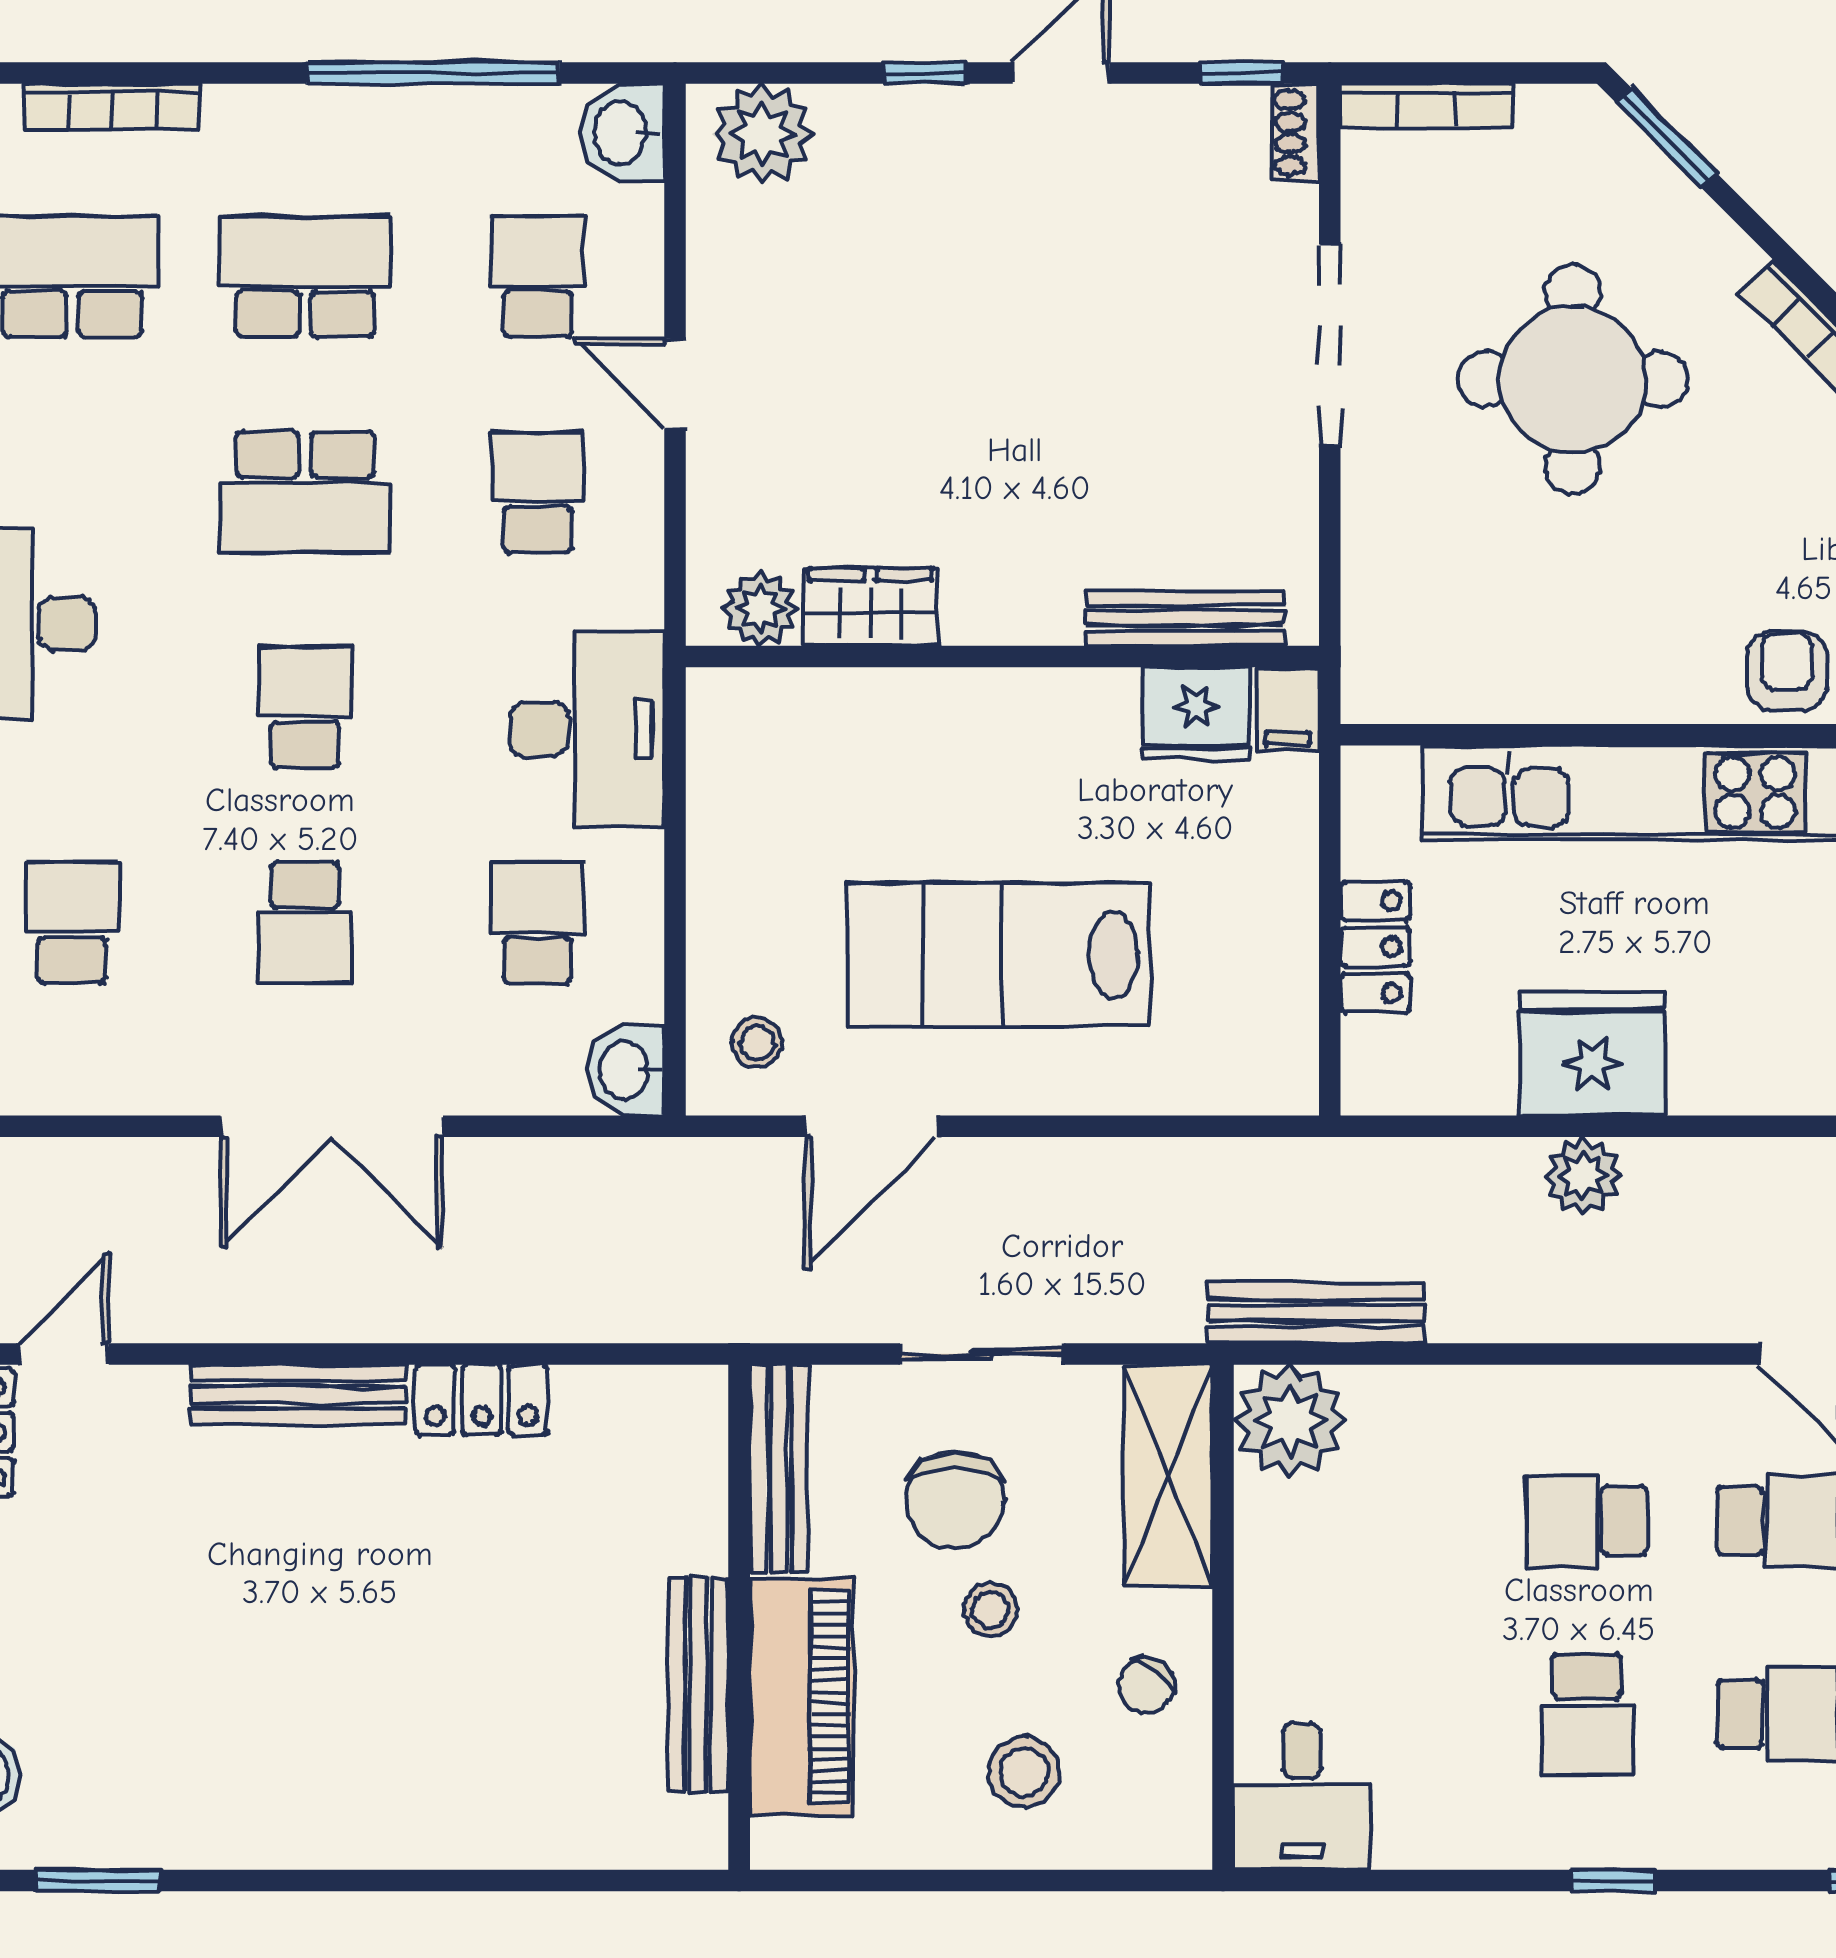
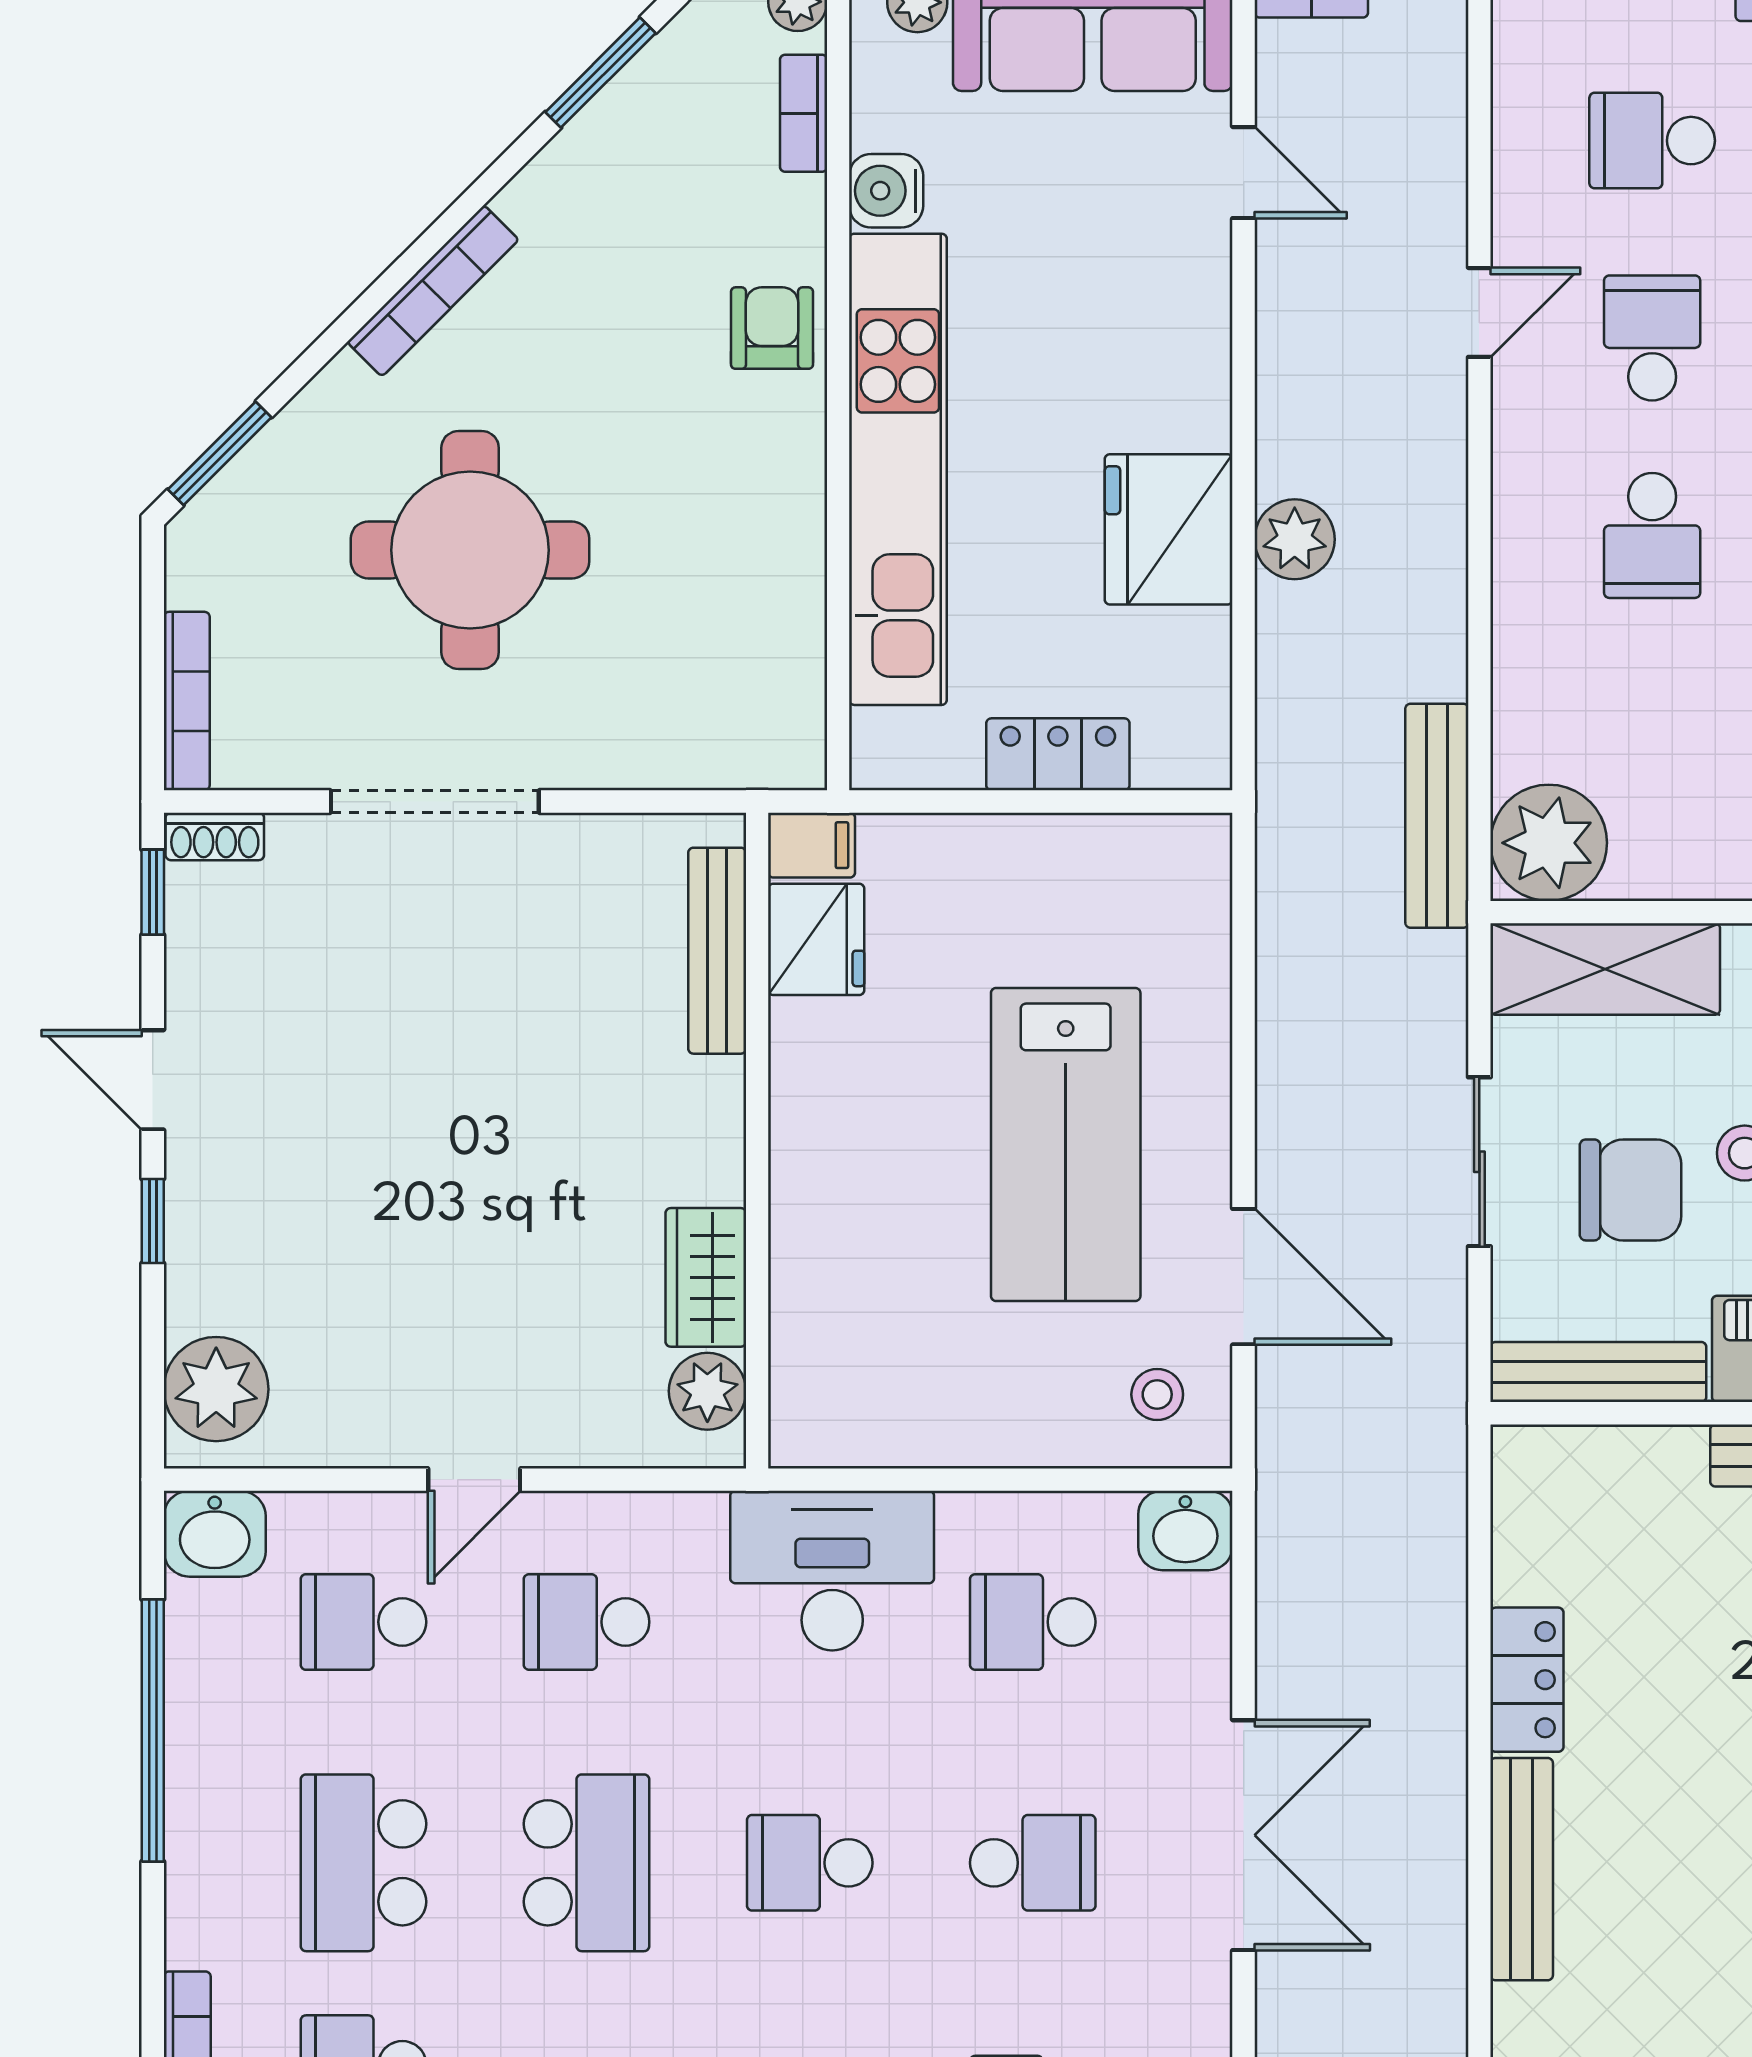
armchair: (1787, 671) -> (772, 328), turned 90

